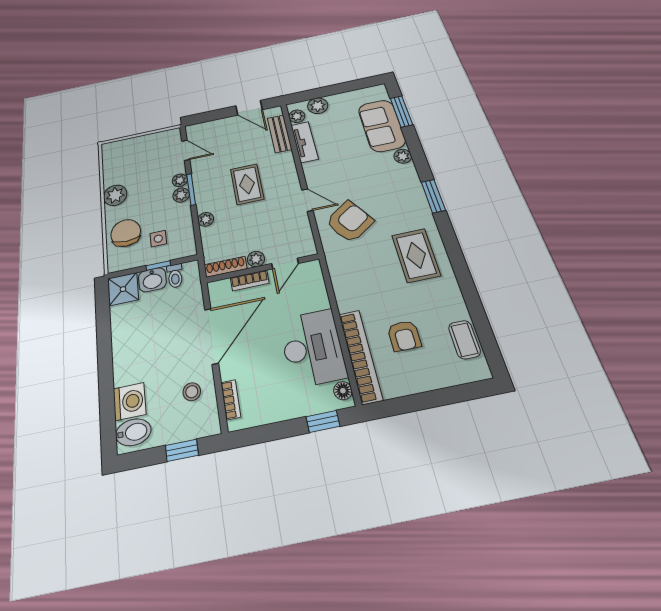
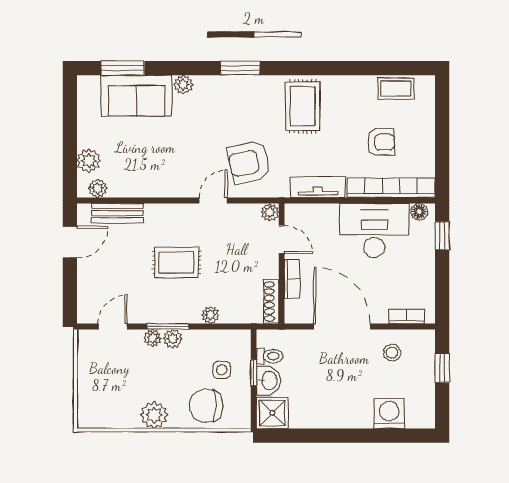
tv unit: (304, 142) -> (318, 187), moved
armchair: (350, 221) -> (249, 162), turned -68
rug: (416, 255) -> (303, 106), turned 90
plant: (256, 259) -> (270, 212), moved
bidet: (133, 432) -> (418, 412), removed

